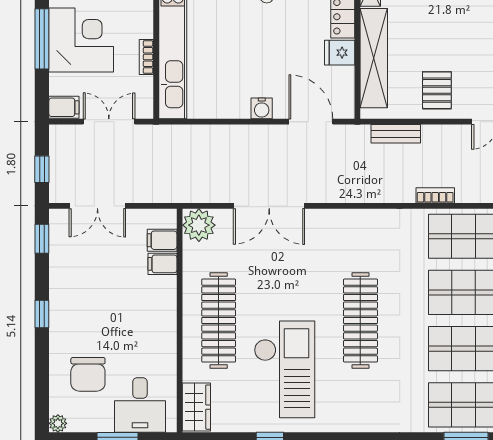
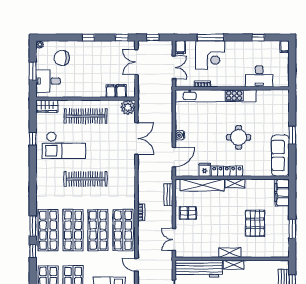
double door: (269, 206) -> (136, 138), swing flipped

